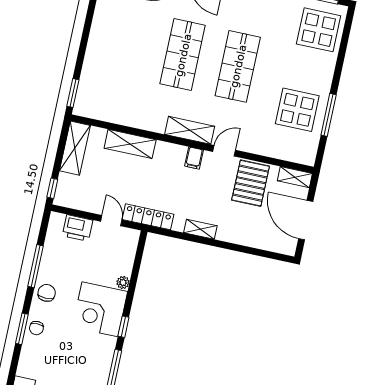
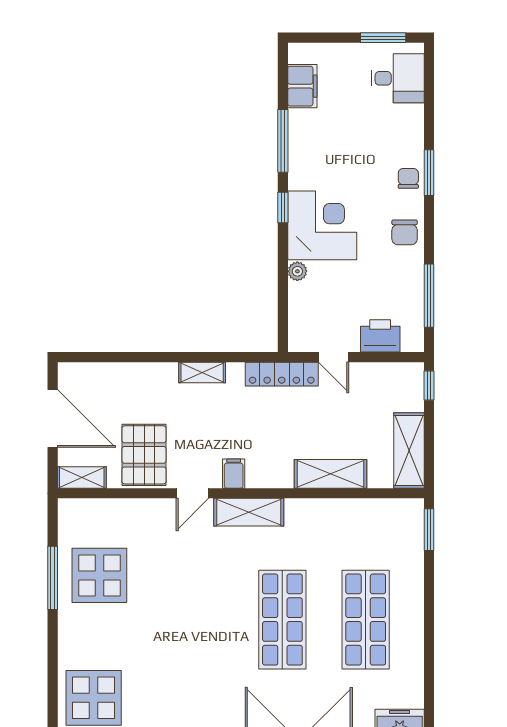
shop shelf: (238, 66) -> (366, 620), moved
window: (36, 266) -> (429, 296), moved

